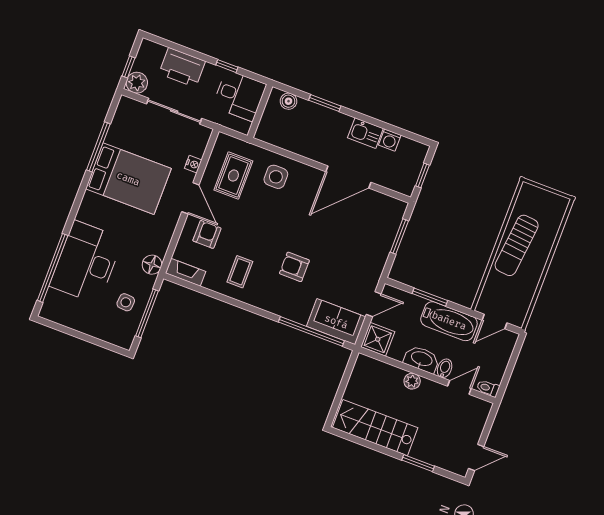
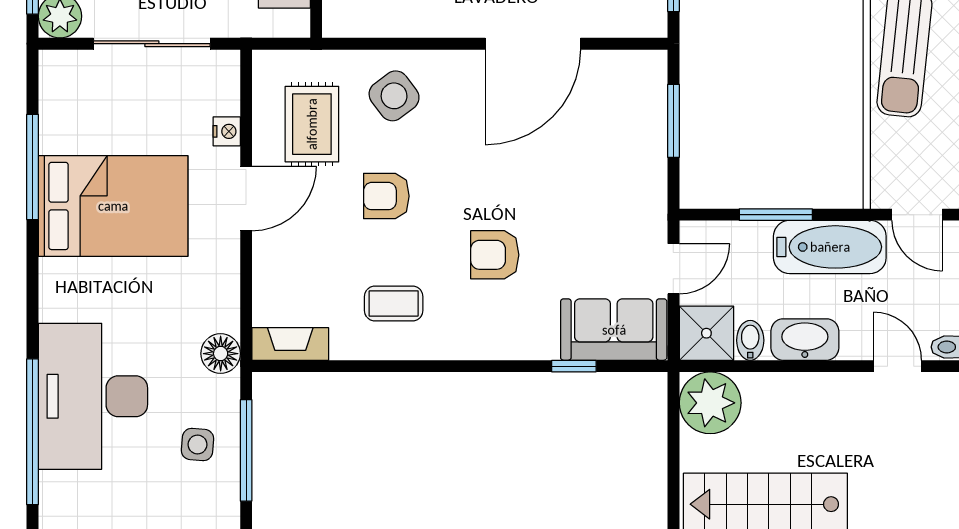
side table: (276, 177) -> (394, 96), turned -37
door: (190, 198) -> (246, 199), hinge flipped
armchair: (207, 234) -> (386, 196), moved, turned -90
coffee table: (240, 272) -> (394, 304), turned 90
door: (495, 321) -> (917, 215), hinge flipped
window: (311, 331) -> (574, 366), width x0.32
bidet: (445, 368) -> (750, 340), moved
plant: (412, 381) -> (710, 403), moved, width x1.88, depth x1.88
door: (459, 387) -> (897, 366), hinge flipped

